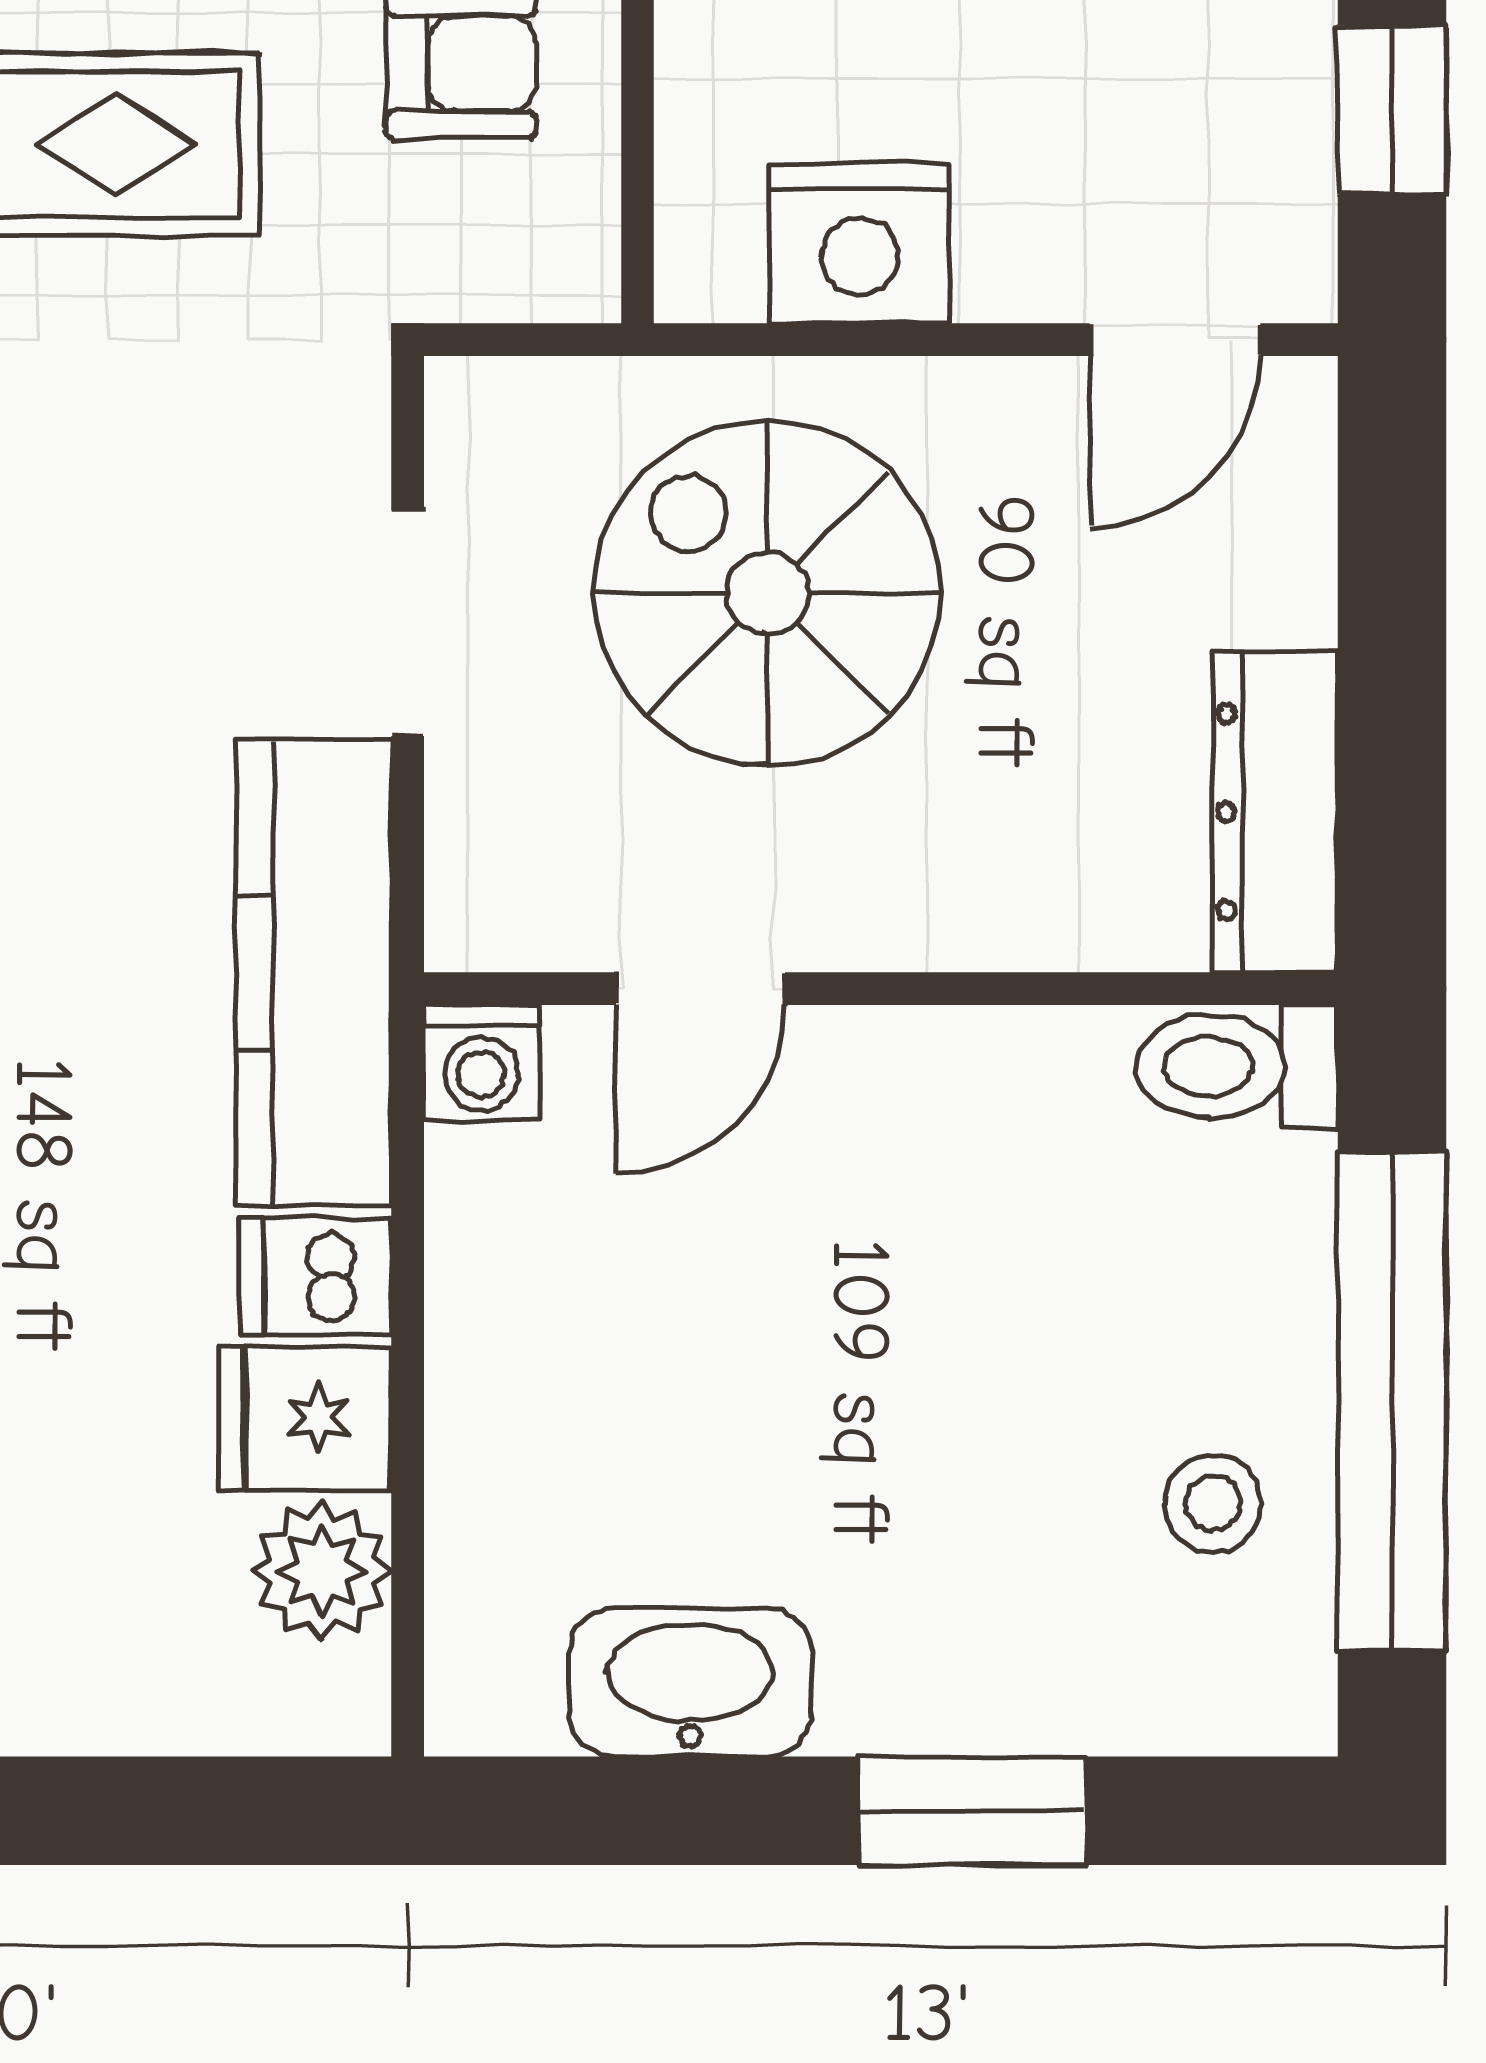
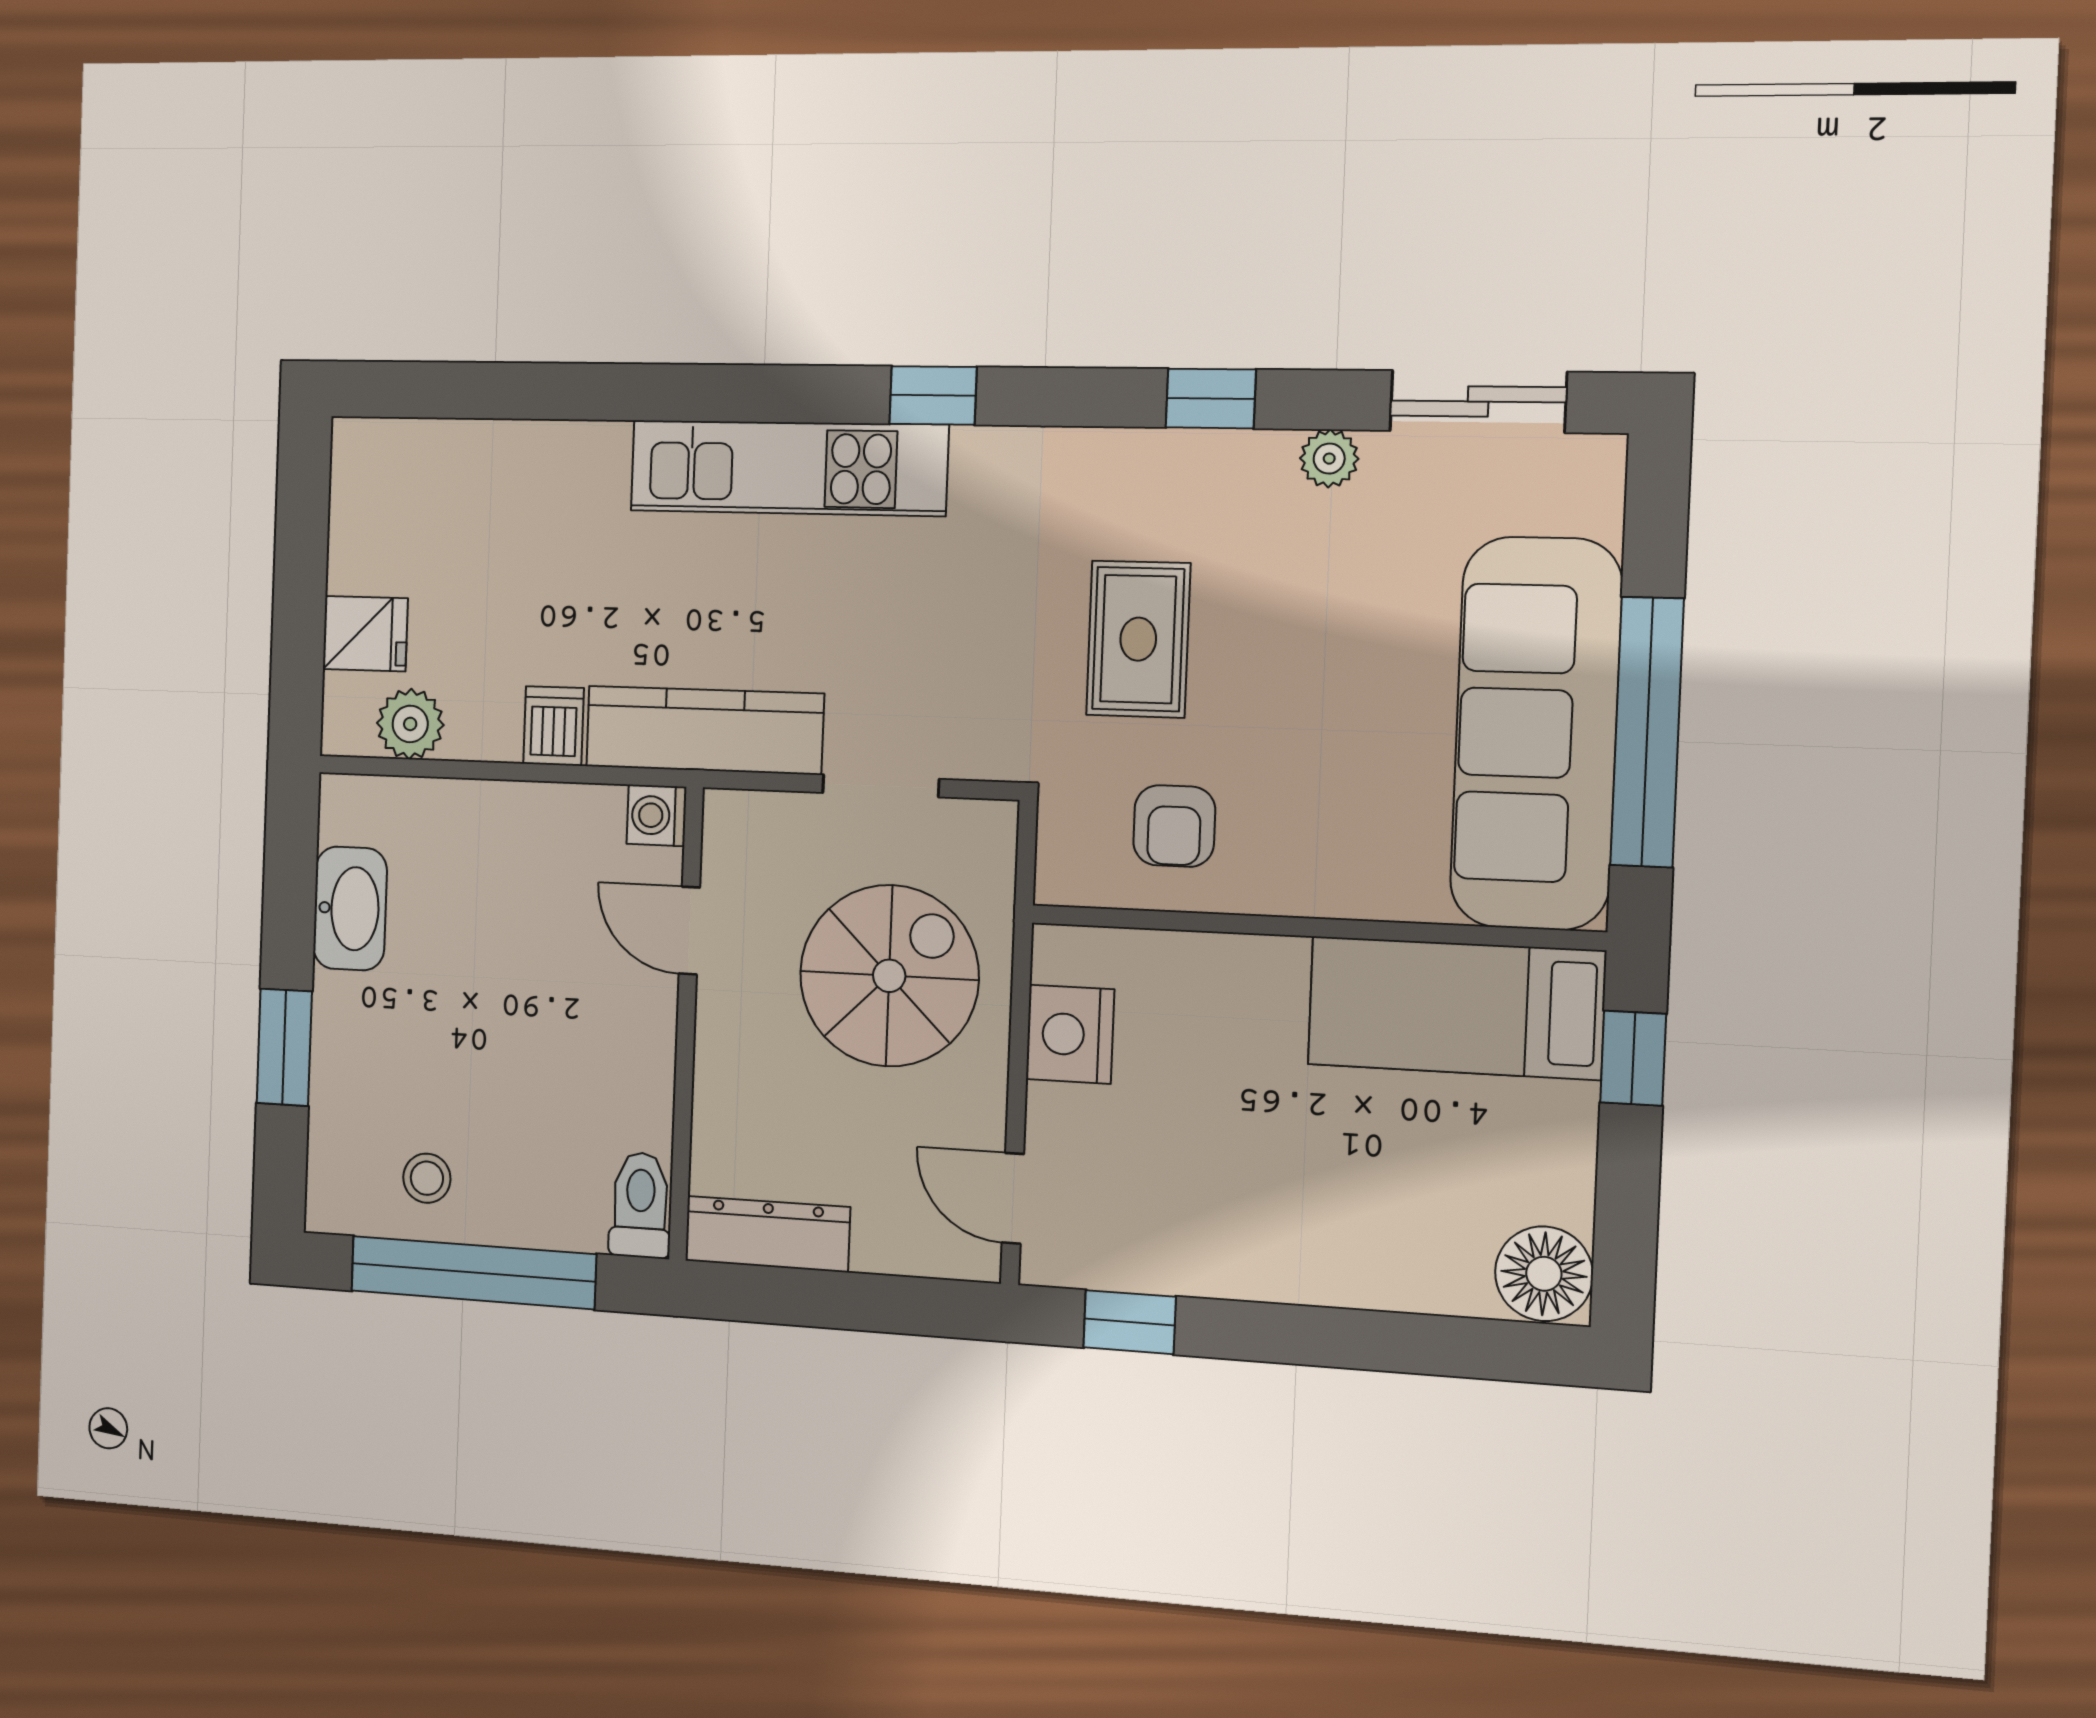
fridge: (305, 1418) -> (365, 634), moved, turned 90

